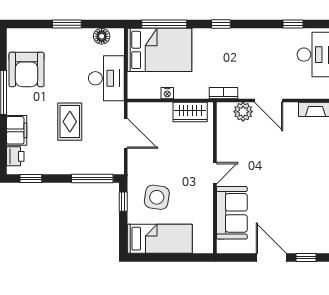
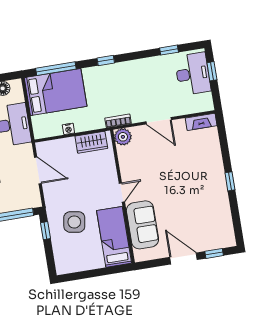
plant: (243, 112) -> (123, 137), moved
bed: (160, 239) -> (114, 237), moved, turned -90

